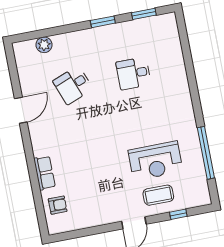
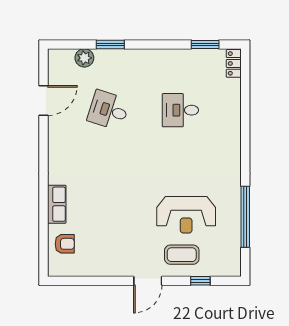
window: (103, 22) -> (110, 45), moved
locker: (171, 25) -> (234, 63), added
desk: (73, 85) -> (109, 110), turned 39
door: (21, 110) -> (44, 101), moved

